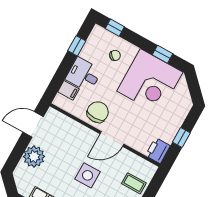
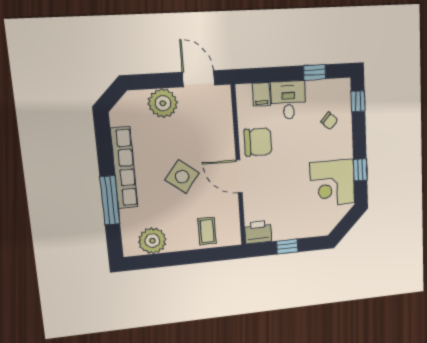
corner desk: (150, 82) -> (333, 183), width x0.74, depth x0.74
side table: (88, 175) -> (182, 177), turned 38

